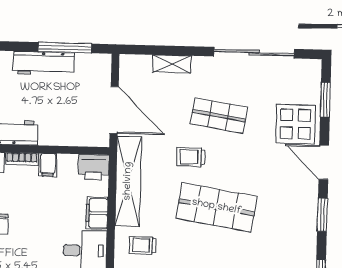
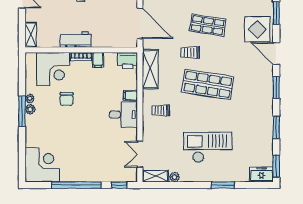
shelving: (128, 181) -> (150, 69), width x0.68
filing cabinet: (97, 213) -> (130, 95), width x0.50

